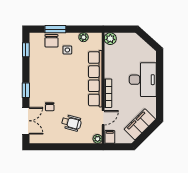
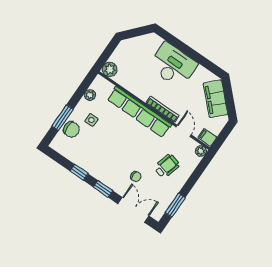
window: (26, 50) -> (79, 172), moved
window: (49, 147) -> (175, 205), added

